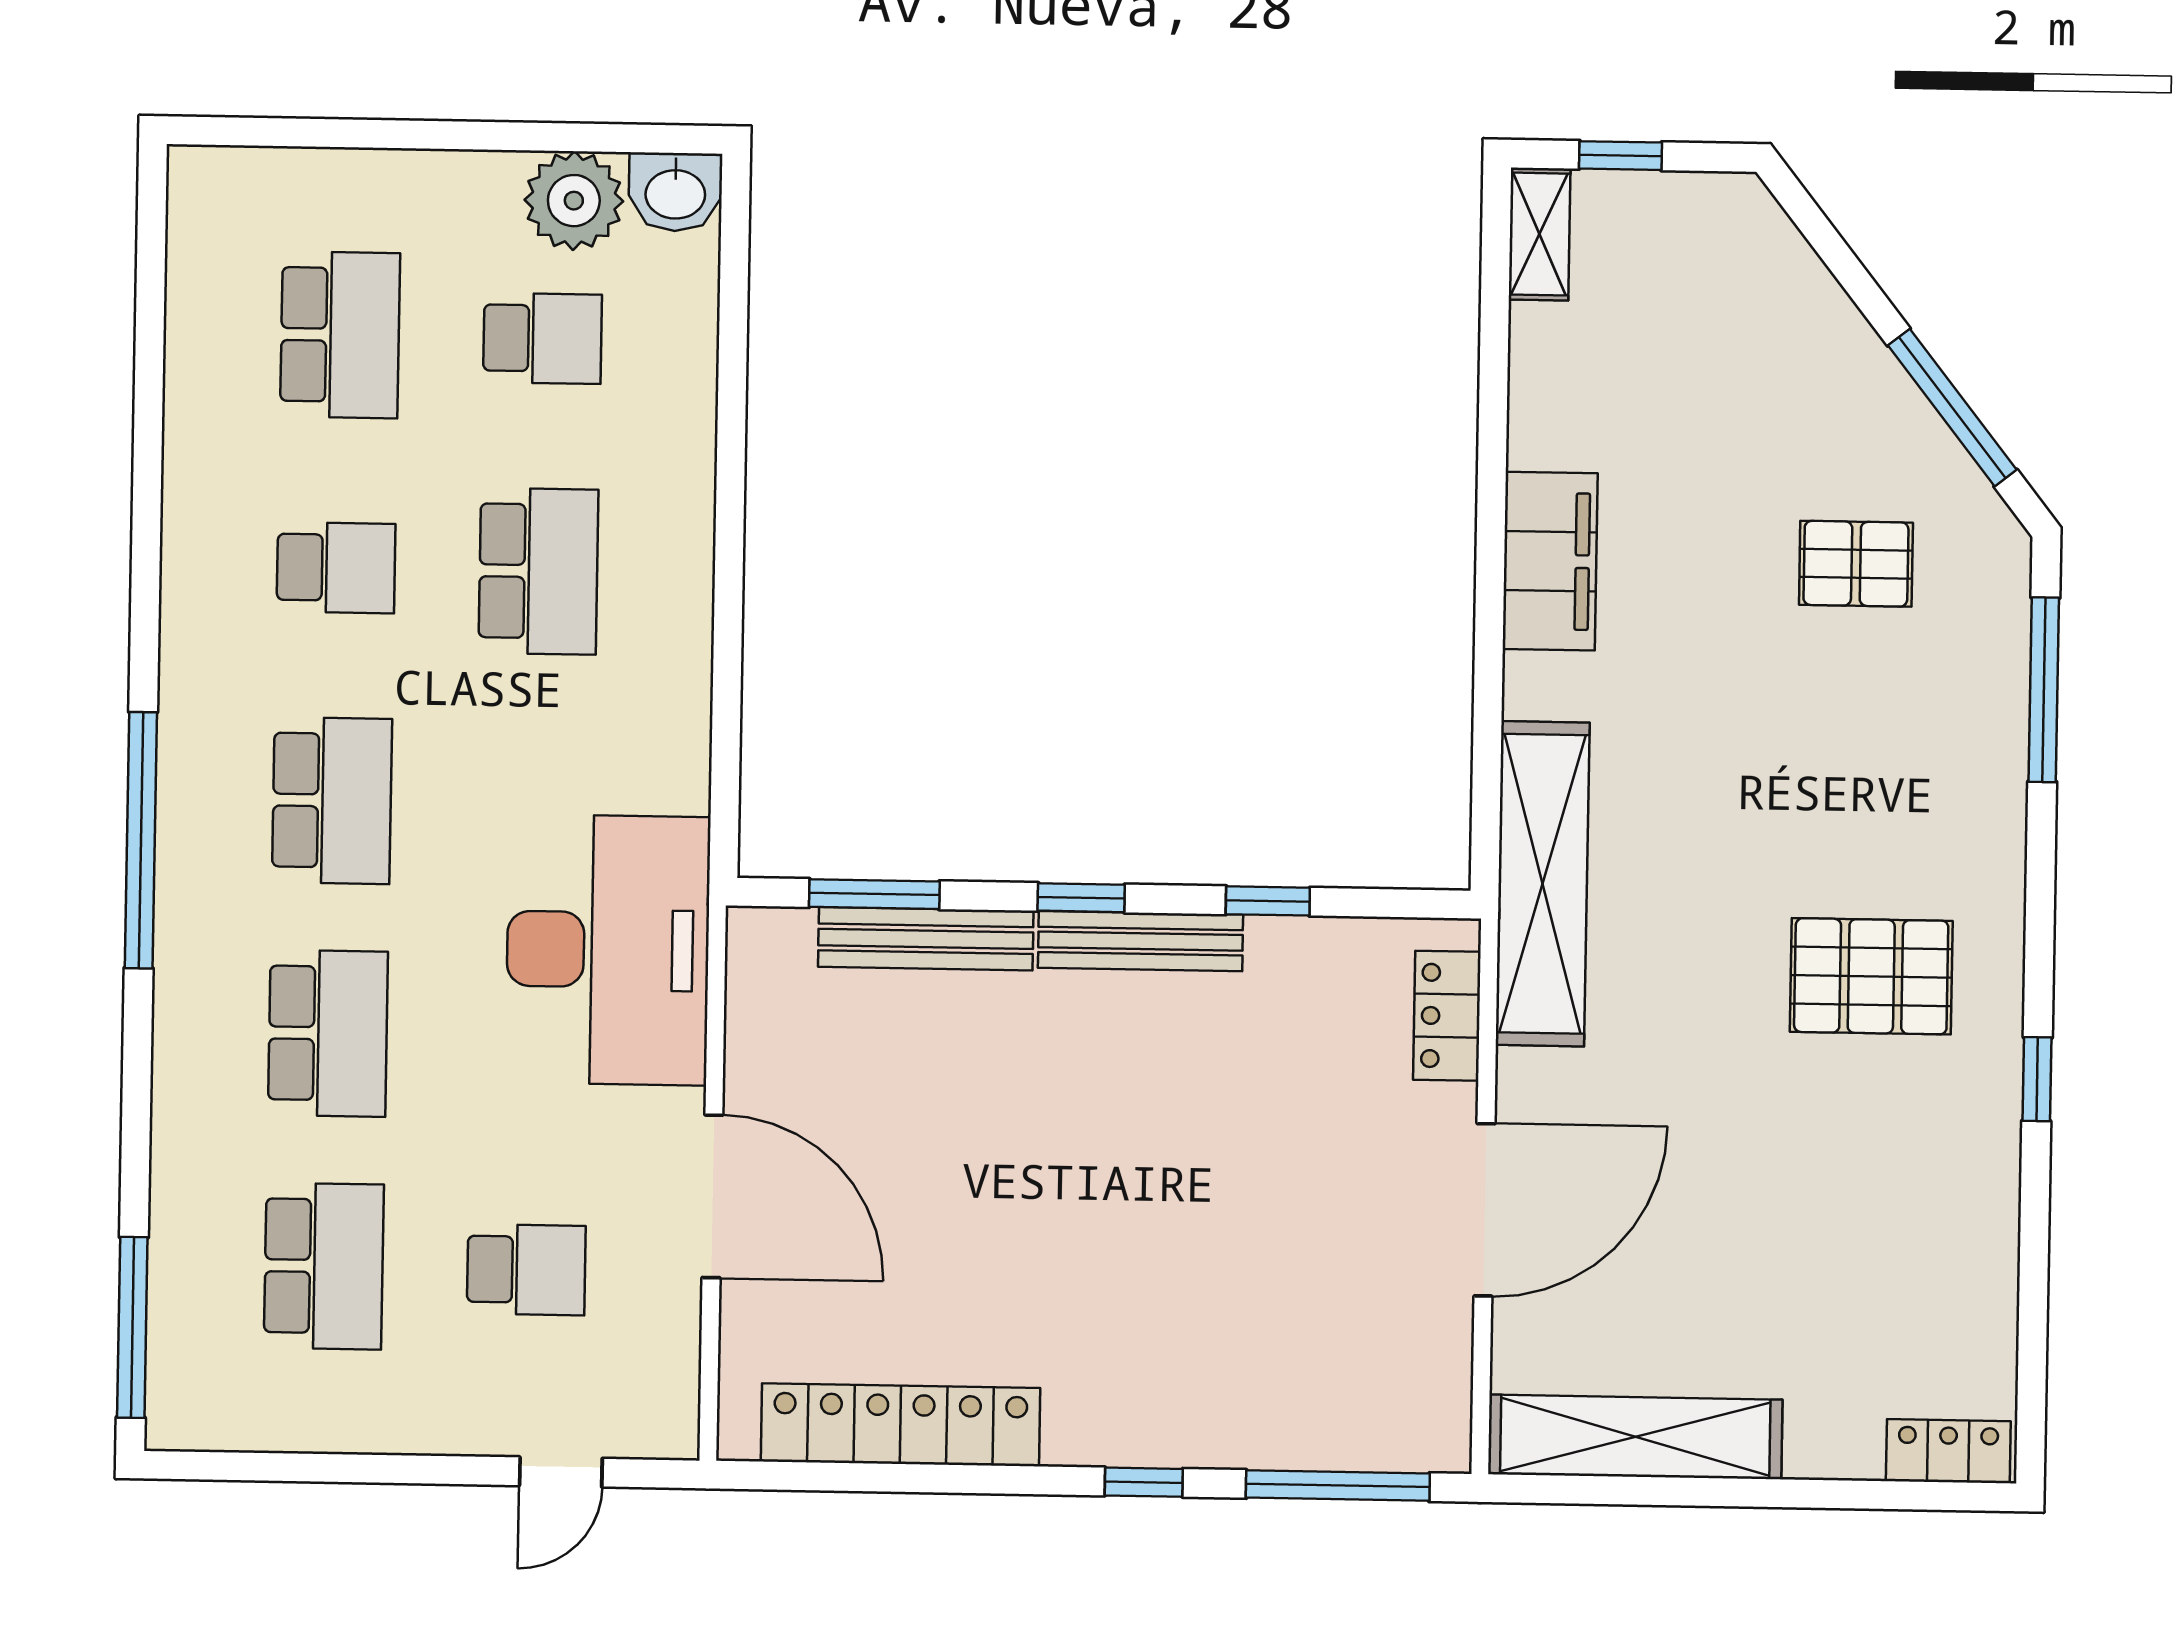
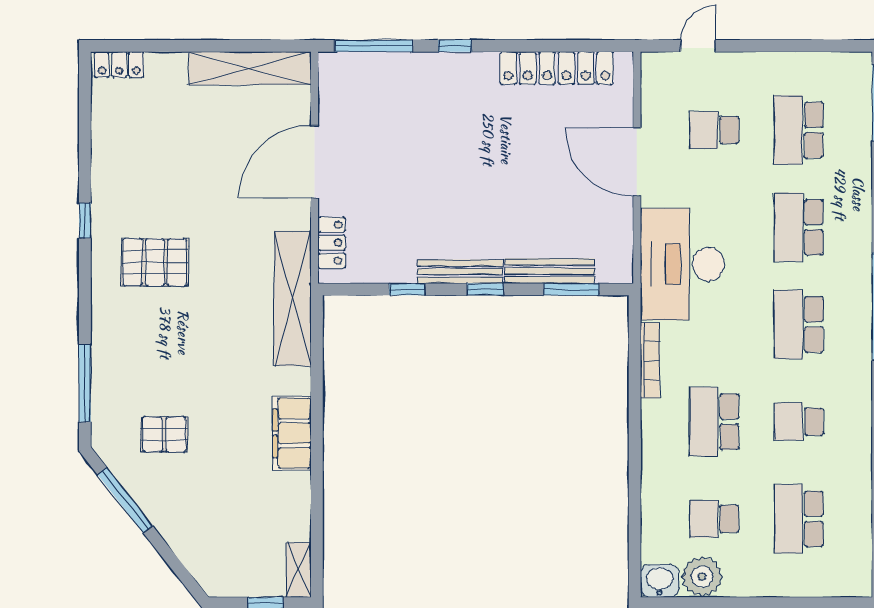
bookcase: (689, 721) -> (650, 360), added

